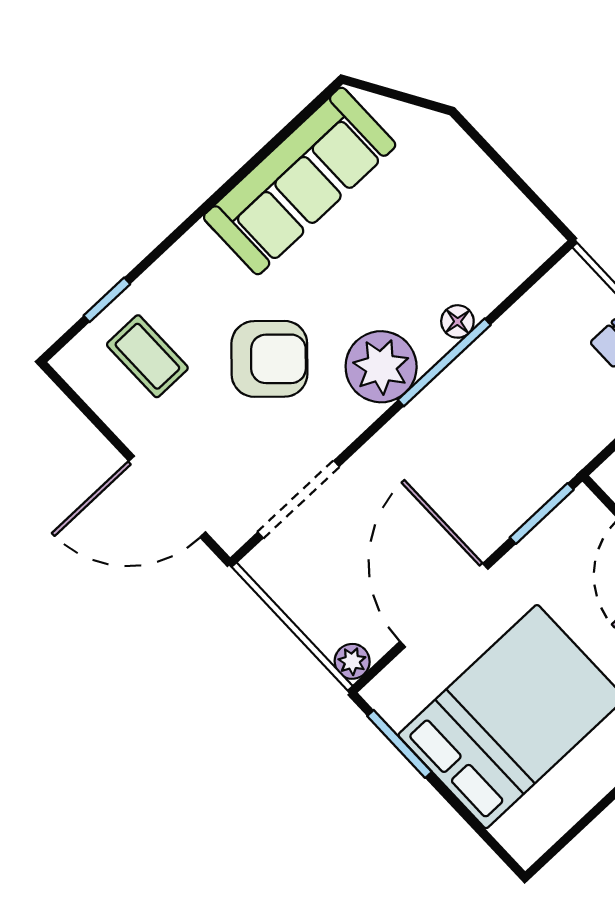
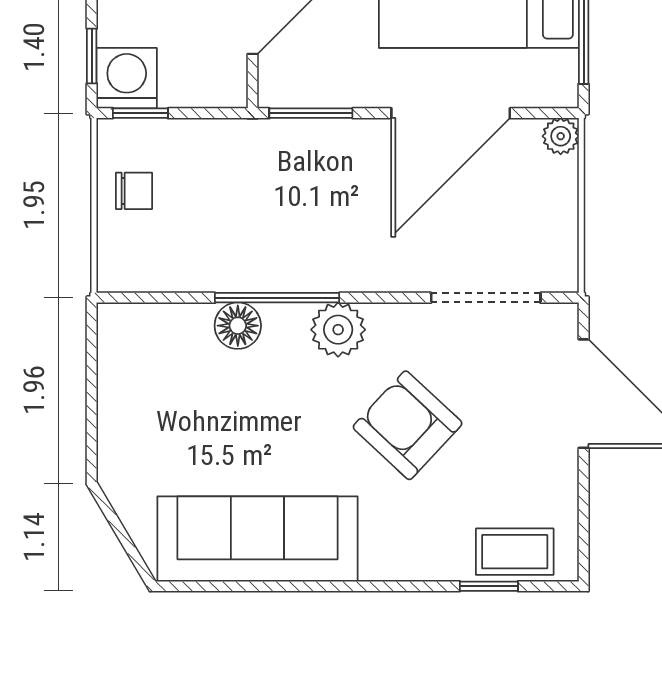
floor lamp: (457, 321) -> (238, 326), width x1.37, depth x1.37
coffee table: (147, 356) -> (515, 552), moved, turned 90
plant: (381, 367) -> (338, 330), width x0.73, depth x0.73

